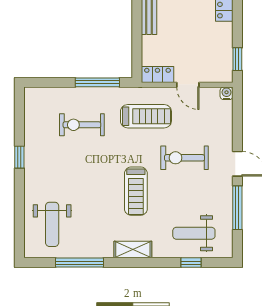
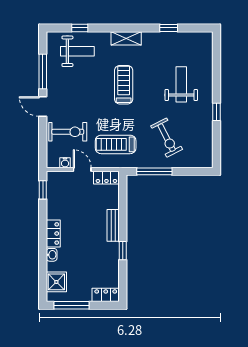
water cooler: (227, 93) -> (65, 163), moved
exercise bike: (82, 125) -> (167, 138), turned 63
exercise bike: (185, 158) -> (68, 132), moved
weight bench: (52, 224) -> (181, 84), moved
window: (79, 263) -> (169, 28), width x0.46

